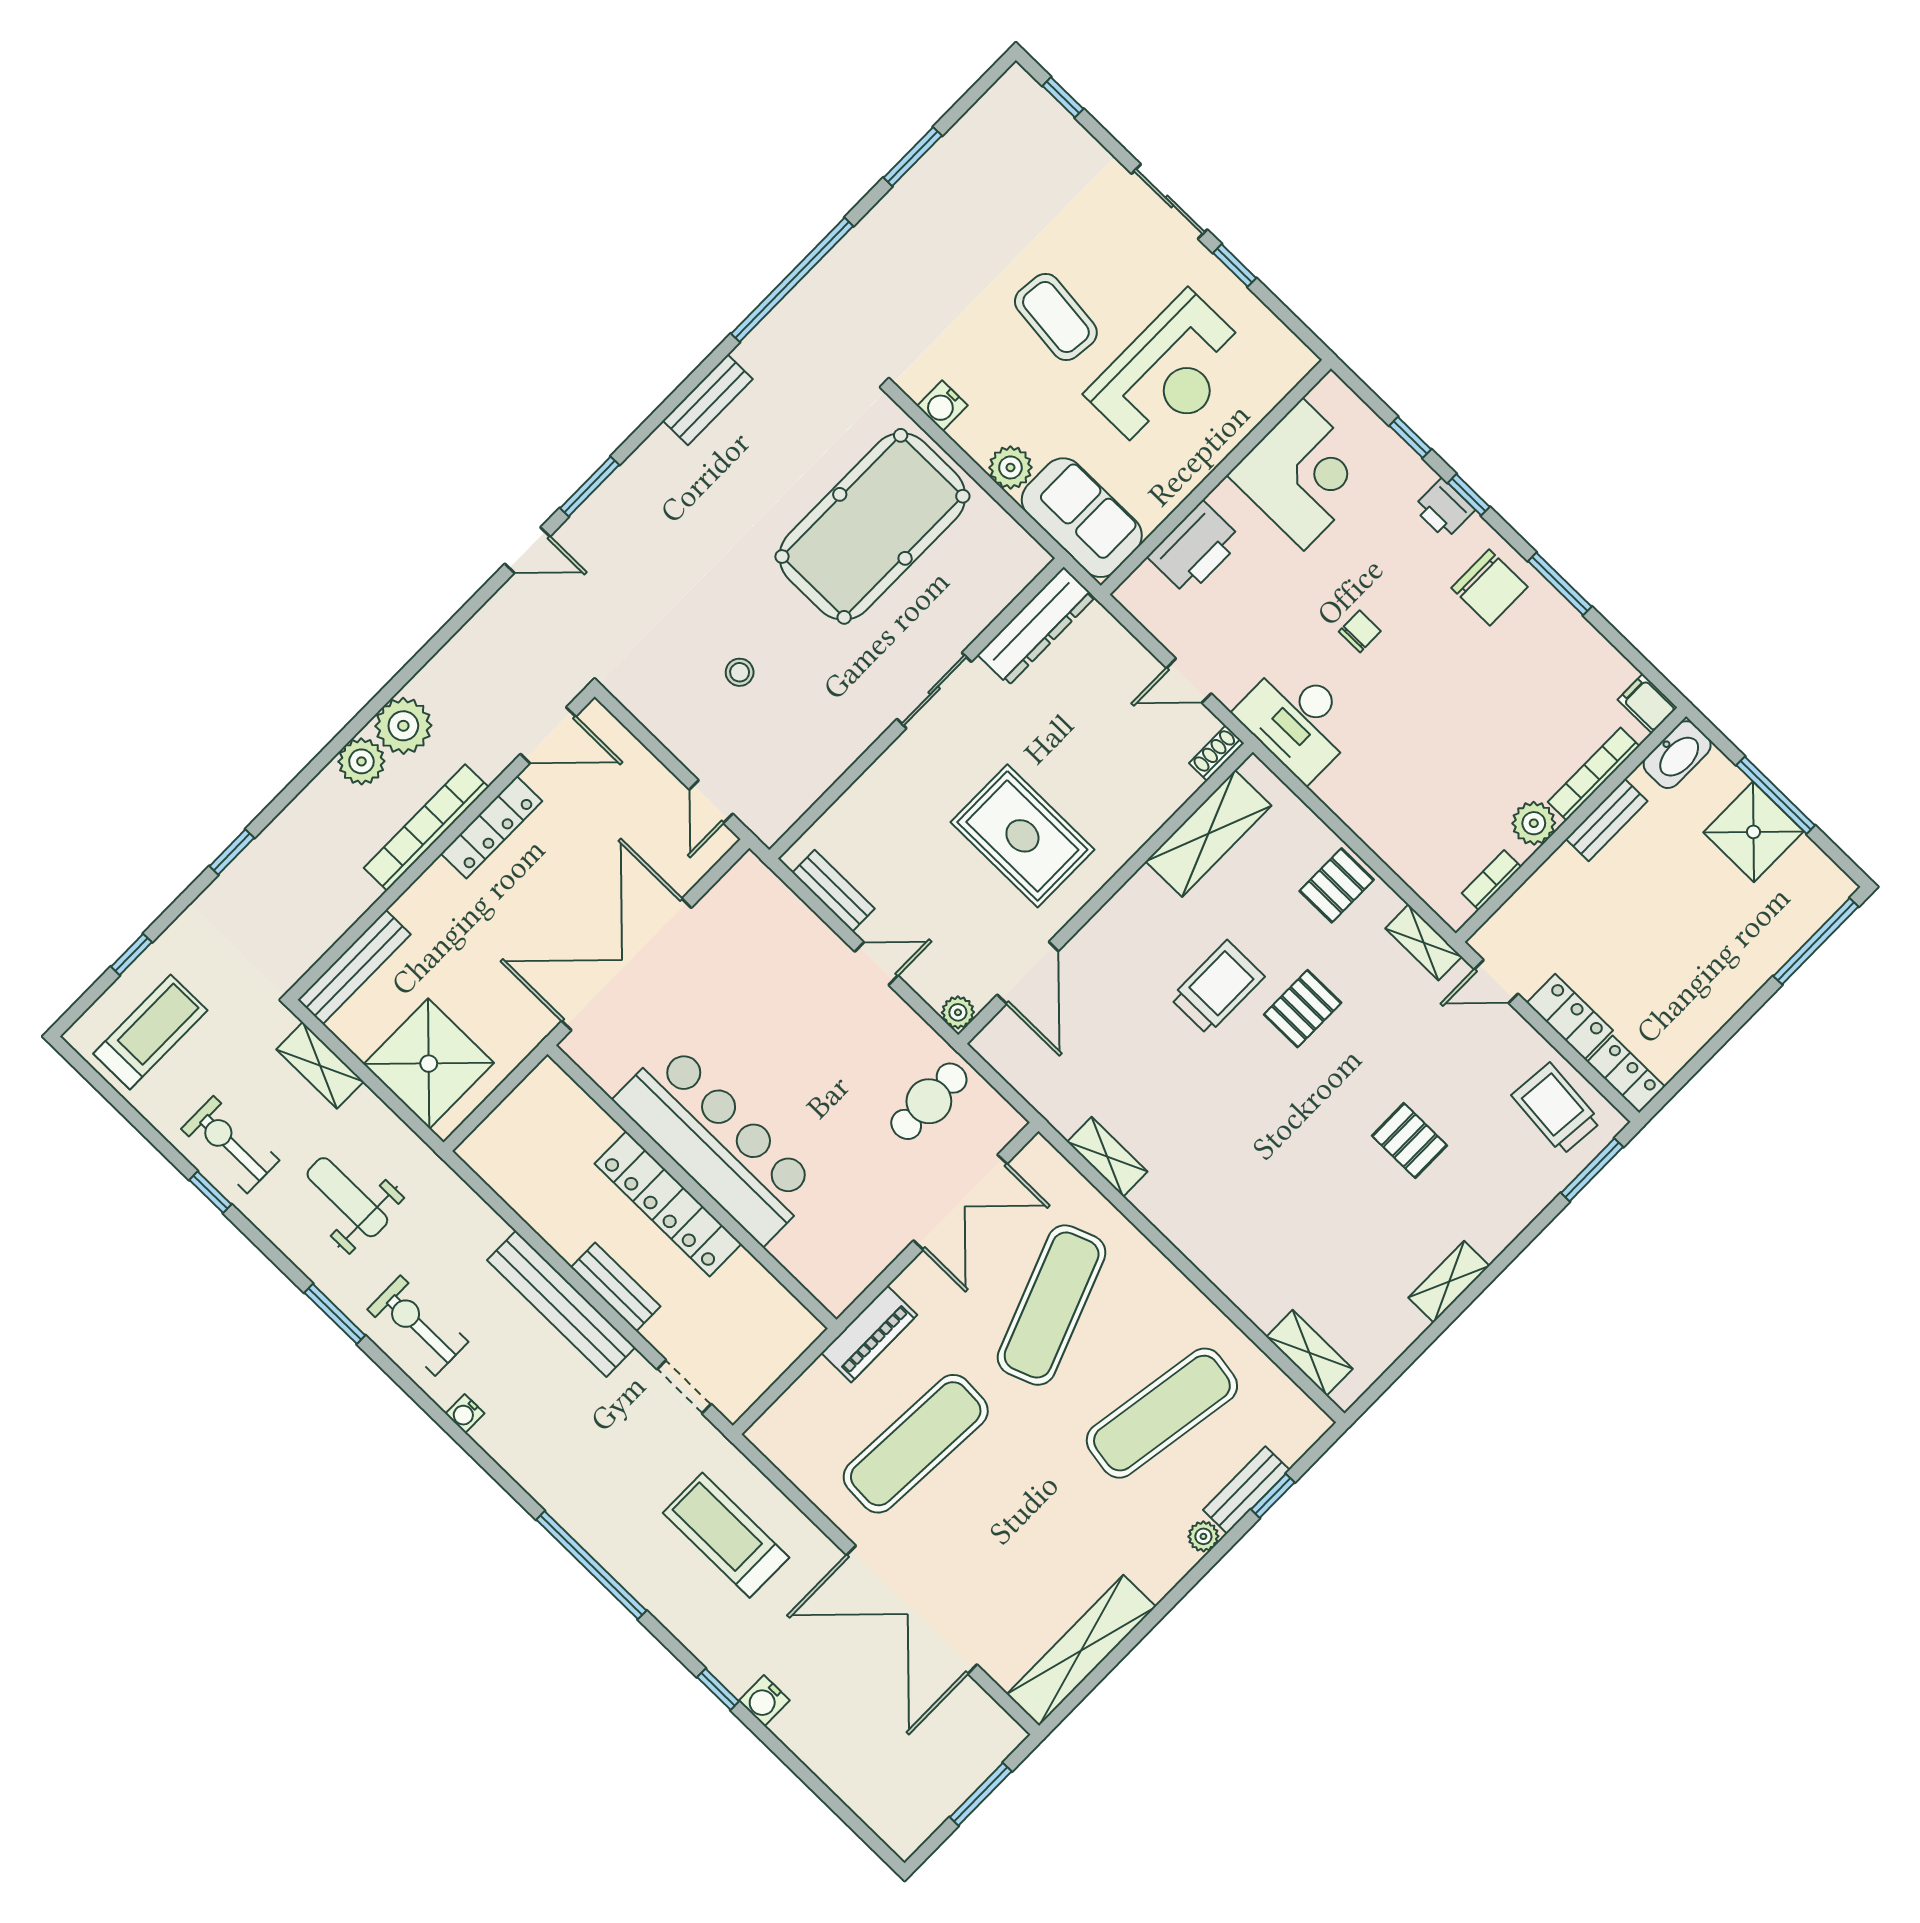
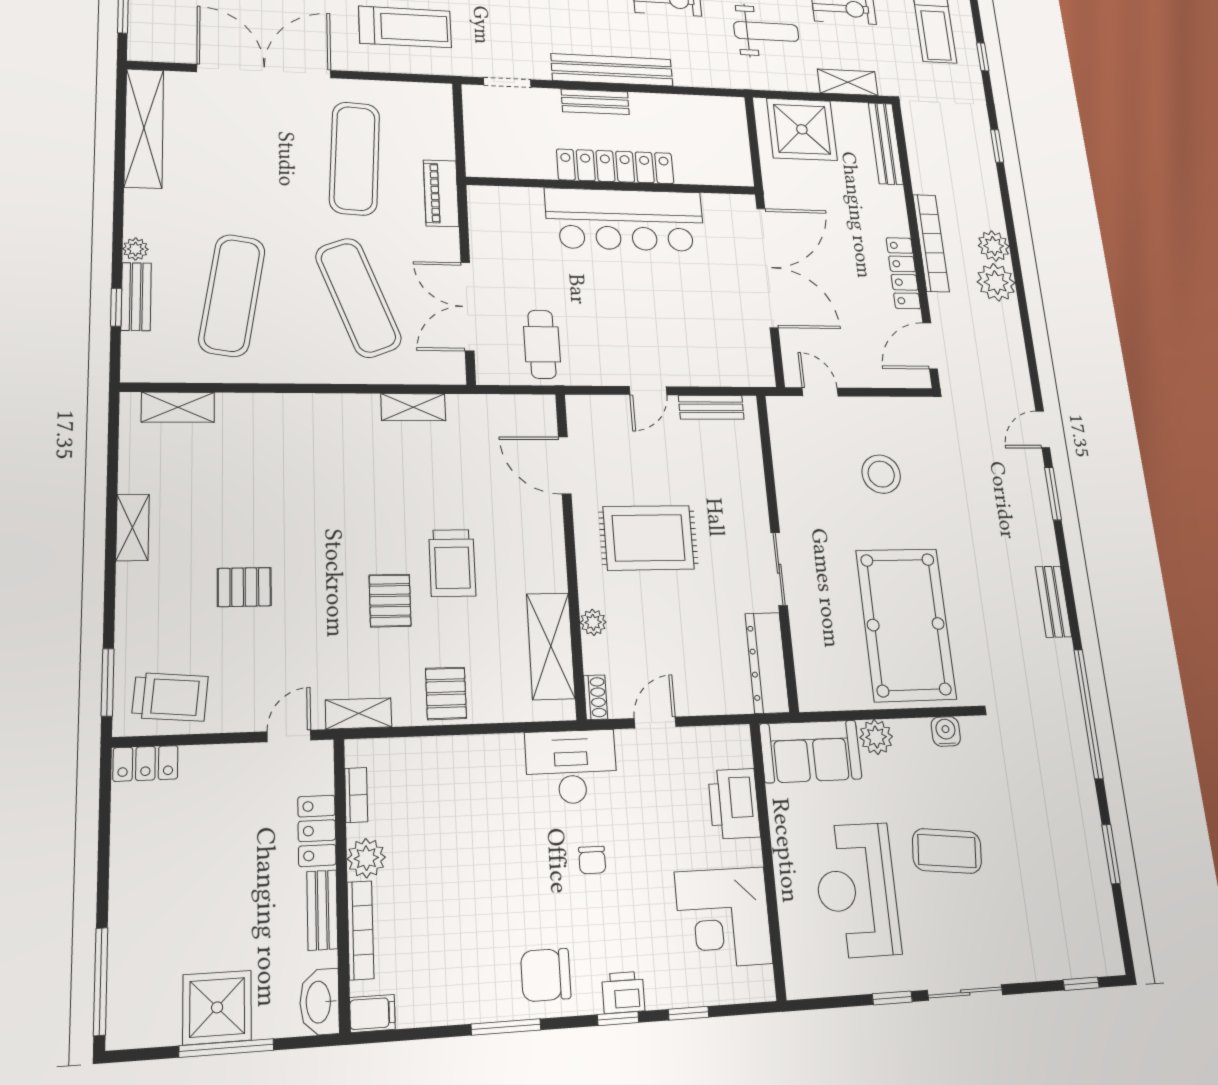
stool: (740, 672) -> (881, 474), width x1.89, depth x1.89
plant: (958, 1012) -> (593, 622), moved
locker: (1570, 1017) -> (317, 831), moved, turned 90

